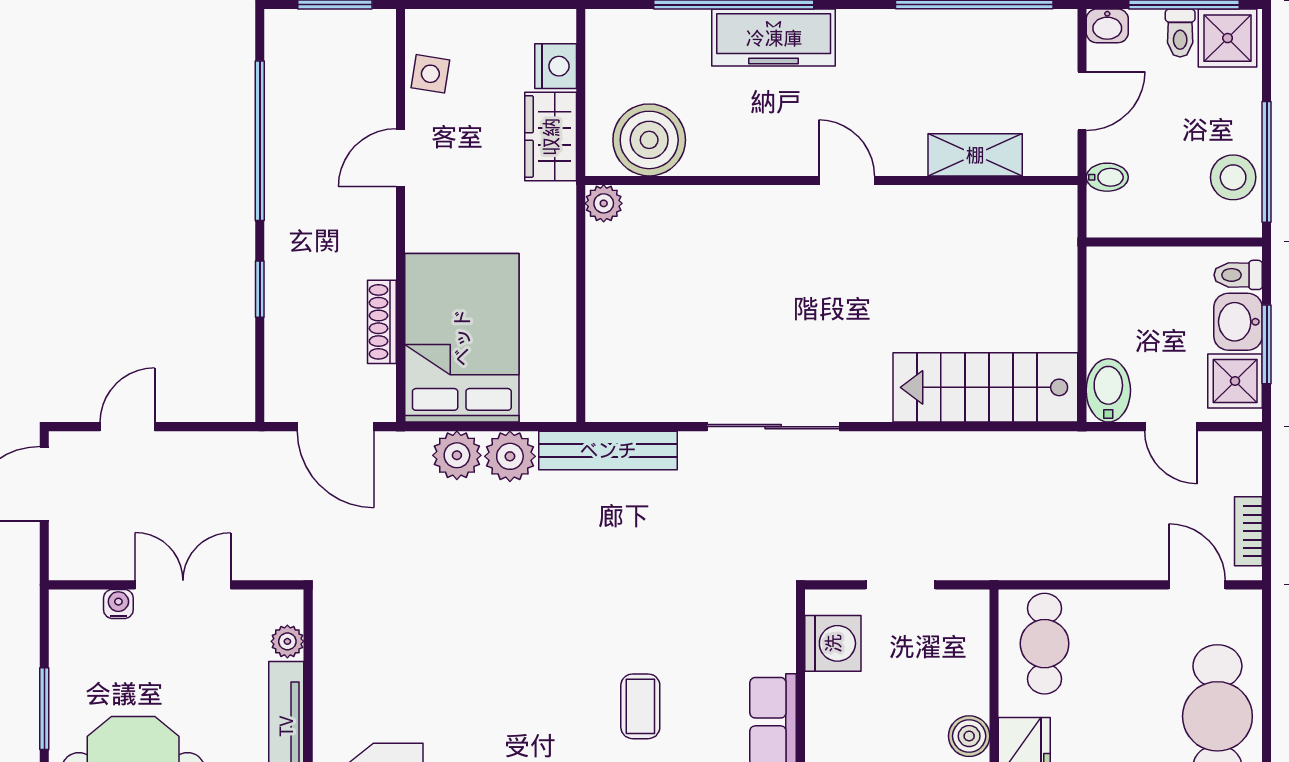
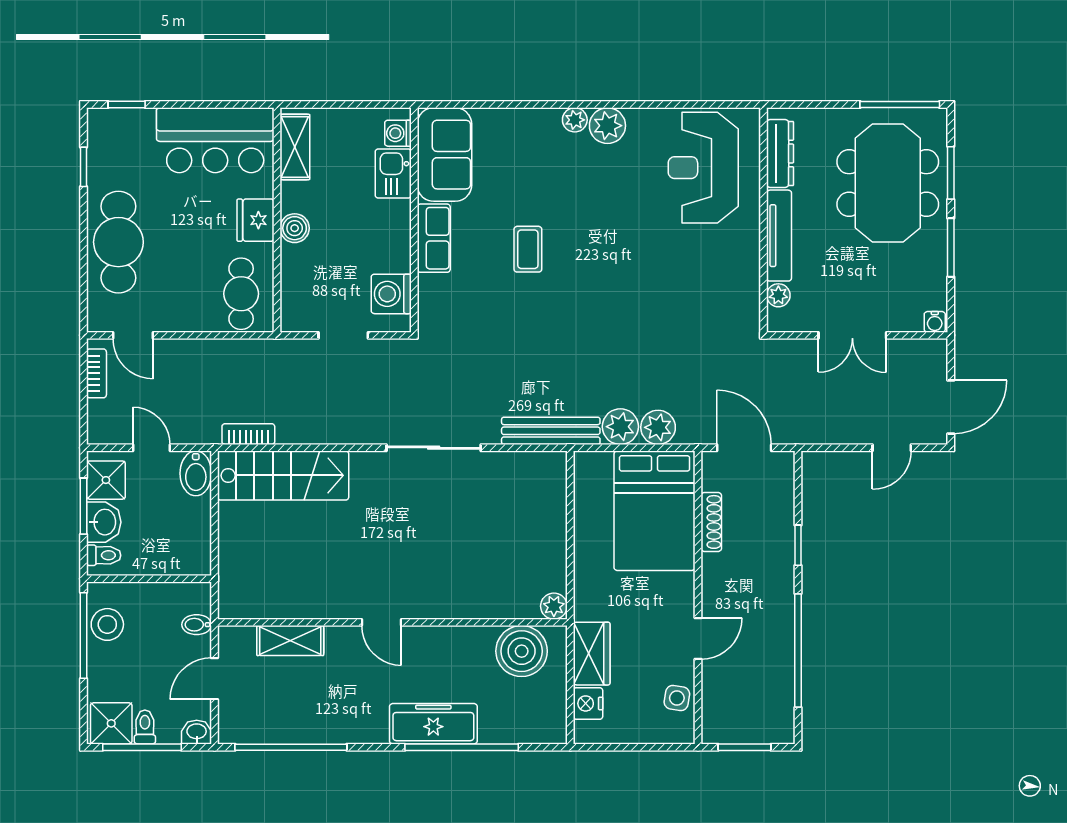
bookcase: (1034, 446) -> (248, 434), added
water cooler: (118, 604) -> (935, 322), moved

